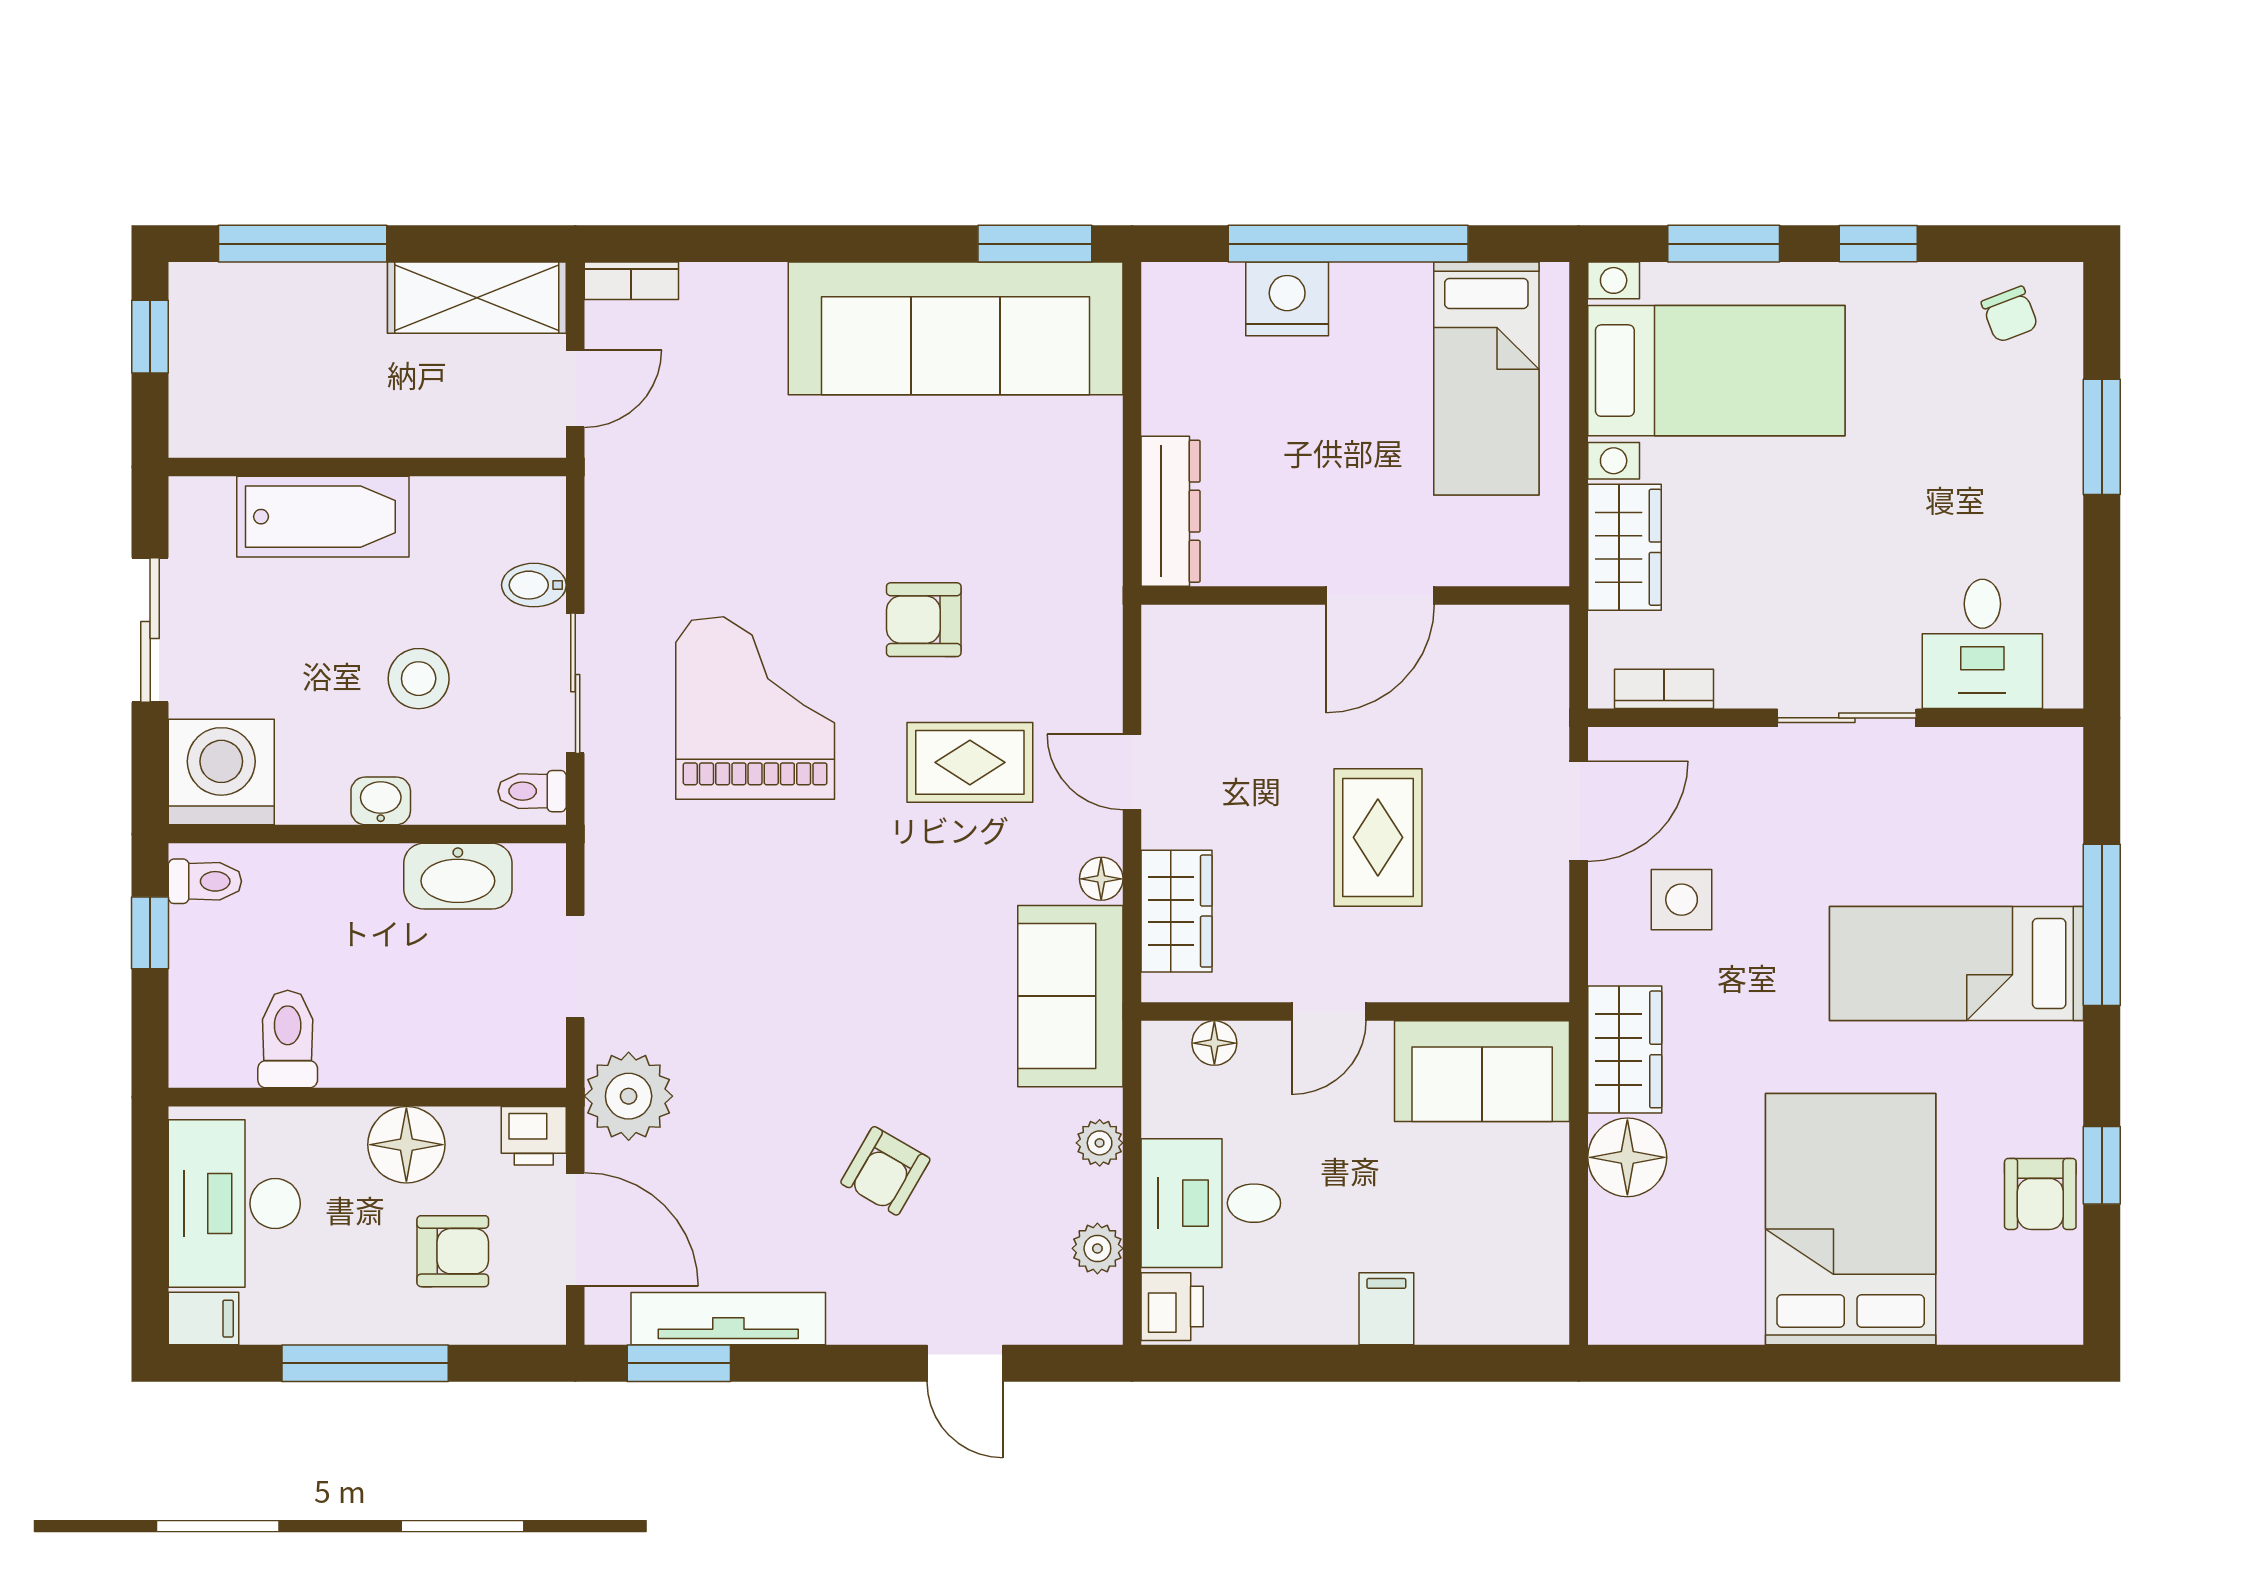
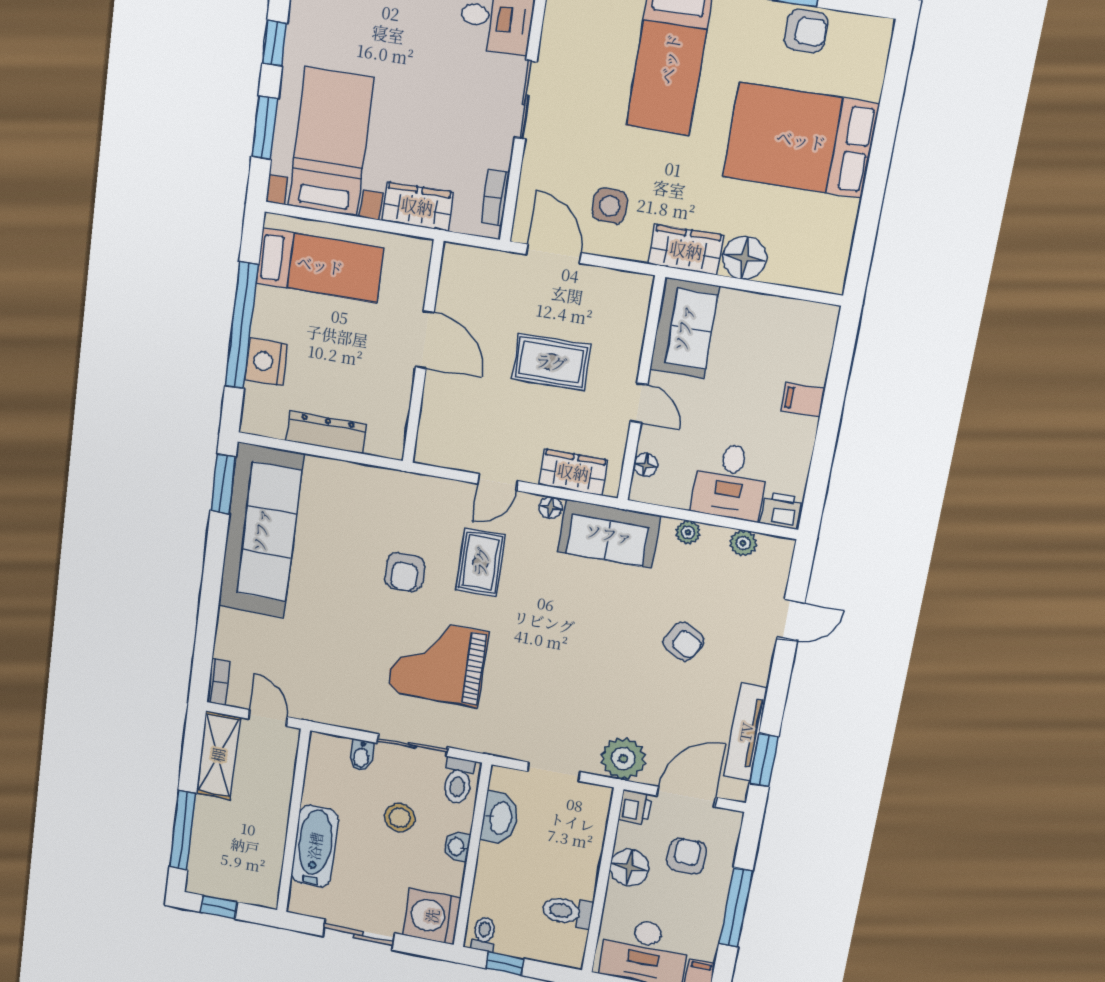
dresser: (1171, 511) -> (326, 433), moved
toilet: (532, 791) -> (458, 781), width x1.37, depth x1.39

